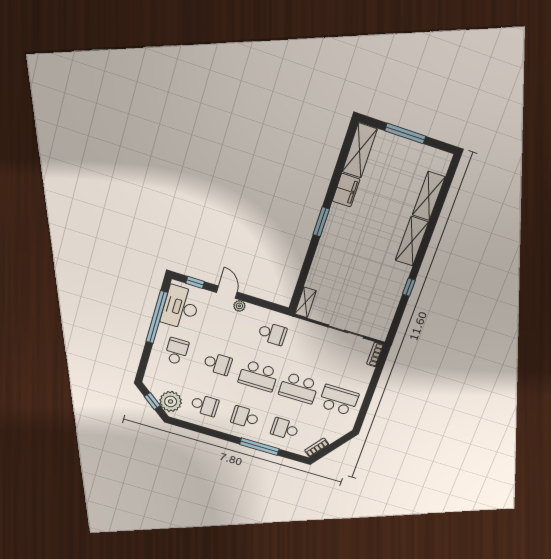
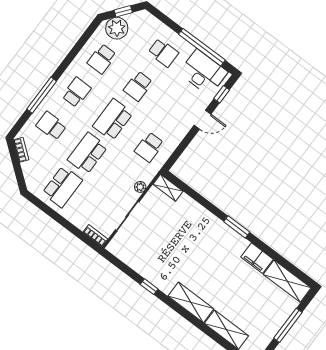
plant: (239, 306) -> (140, 187), moved
school desk: (285, 429) -> (51, 126), turned -90

